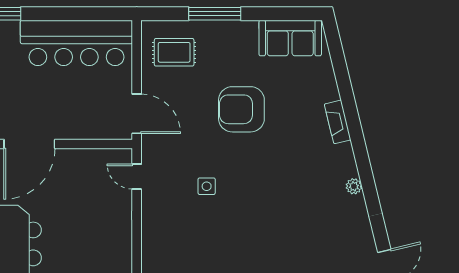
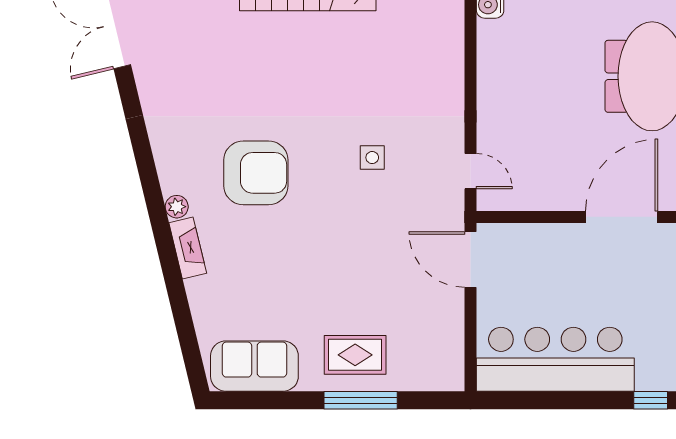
rug: (174, 52) -> (355, 355), moved
armchair: (241, 109) -> (256, 173), moved
plant: (354, 186) -> (177, 207), moved

